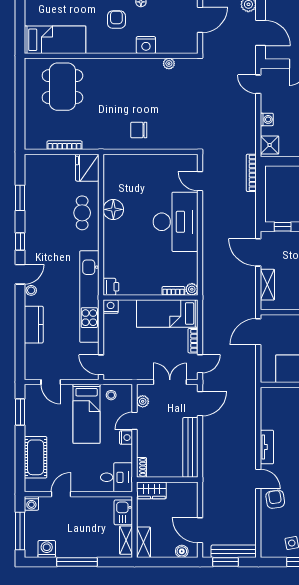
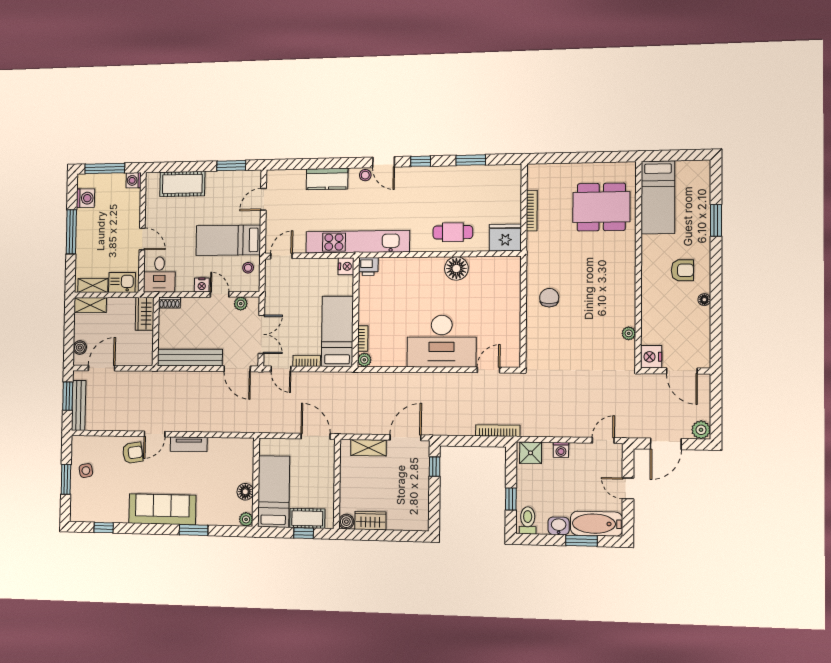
nightstand: (146, 45) -> (651, 357), moved
door: (61, 494) -> (142, 239), moved

